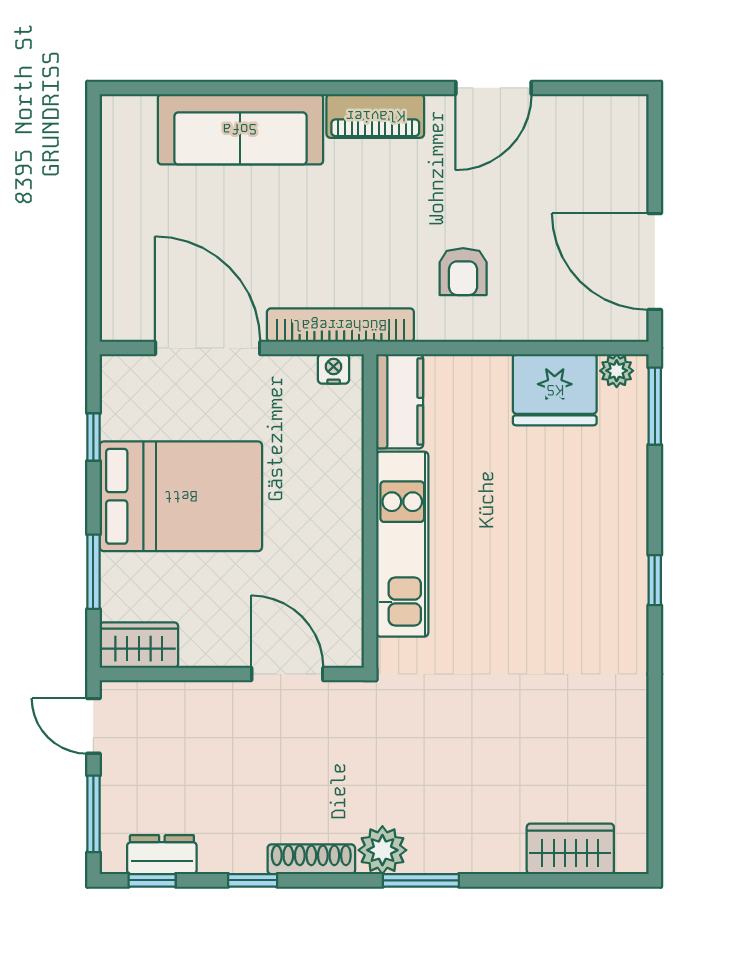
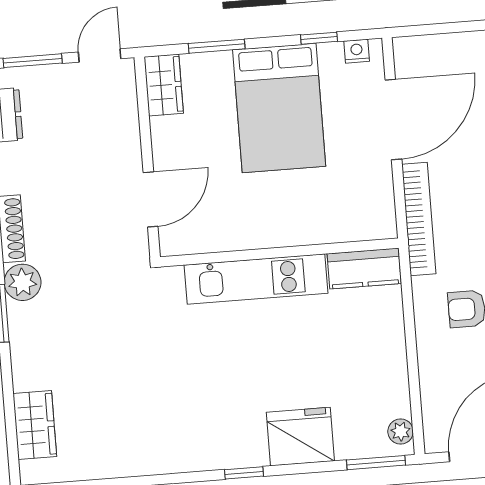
nightstand: (334, 369) -> (357, 51), moved, turned -90
fridge: (555, 390) -> (300, 437), moved, turned 90

